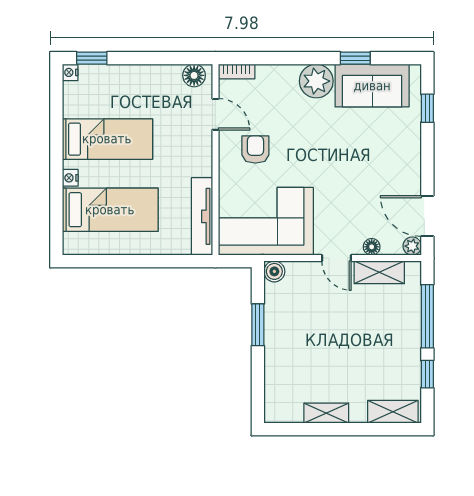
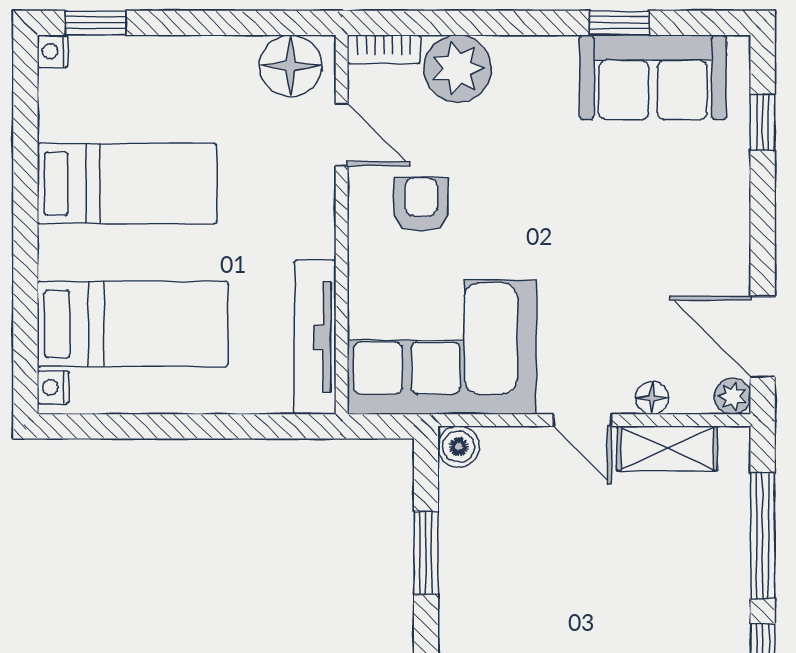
floor lamp: (194, 75) -> (291, 66), width x1.38, depth x1.38
plant: (316, 81) -> (458, 68), moved
nightstand: (70, 178) -> (53, 387), moved

